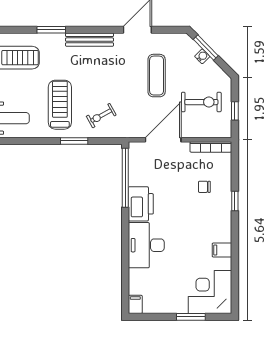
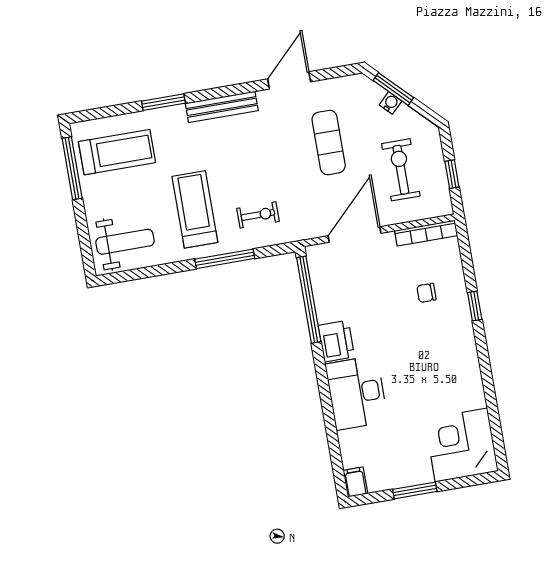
exercise bike: (201, 102) -> (401, 170), turned -90
exercise bike: (101, 116) -> (258, 215), turned -151
window: (74, 141) -> (225, 259), width x1.44
printer: (141, 204) -> (336, 341), width x0.73, depth x0.84
filing cabinet: (222, 250) -> (468, 381), removed
window: (191, 317) -> (415, 490), moved

